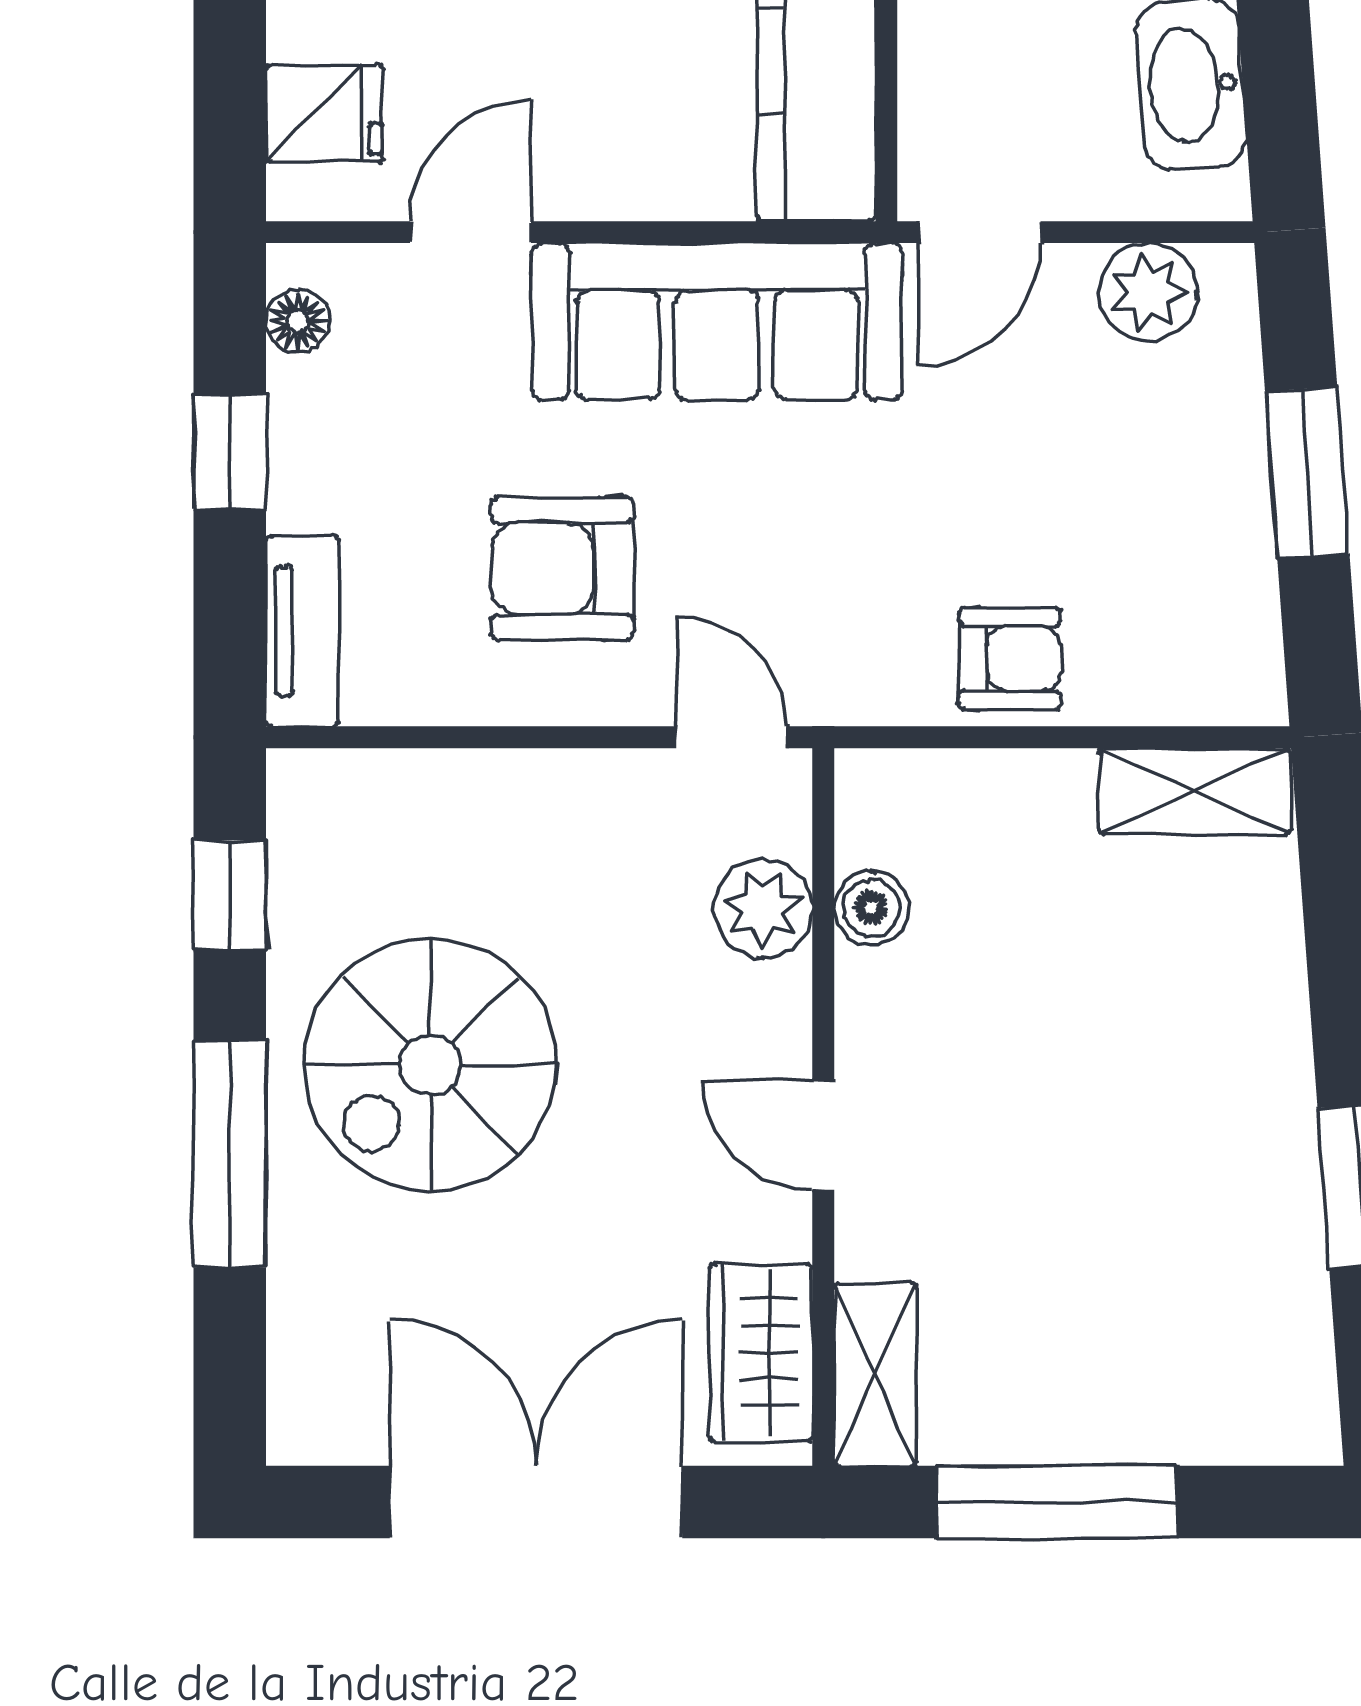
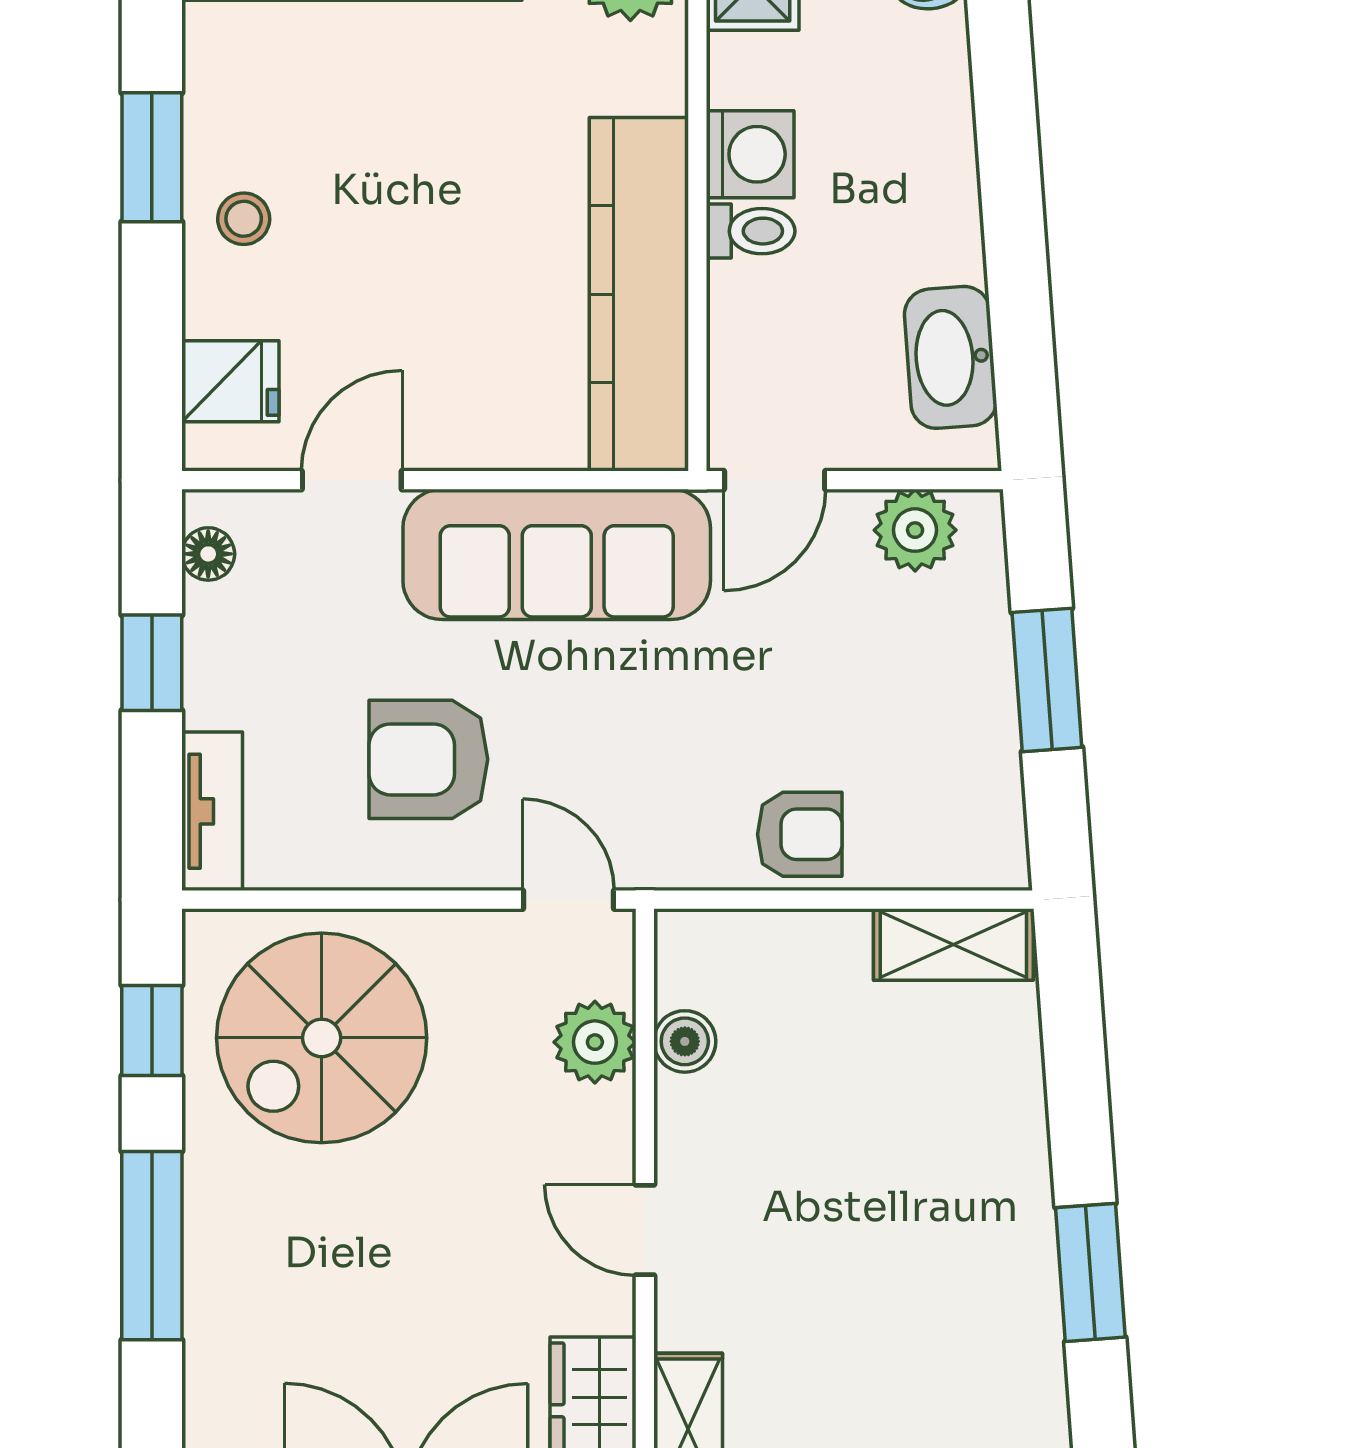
spiral stairs: (430, 1065) -> (322, 1038), moved

